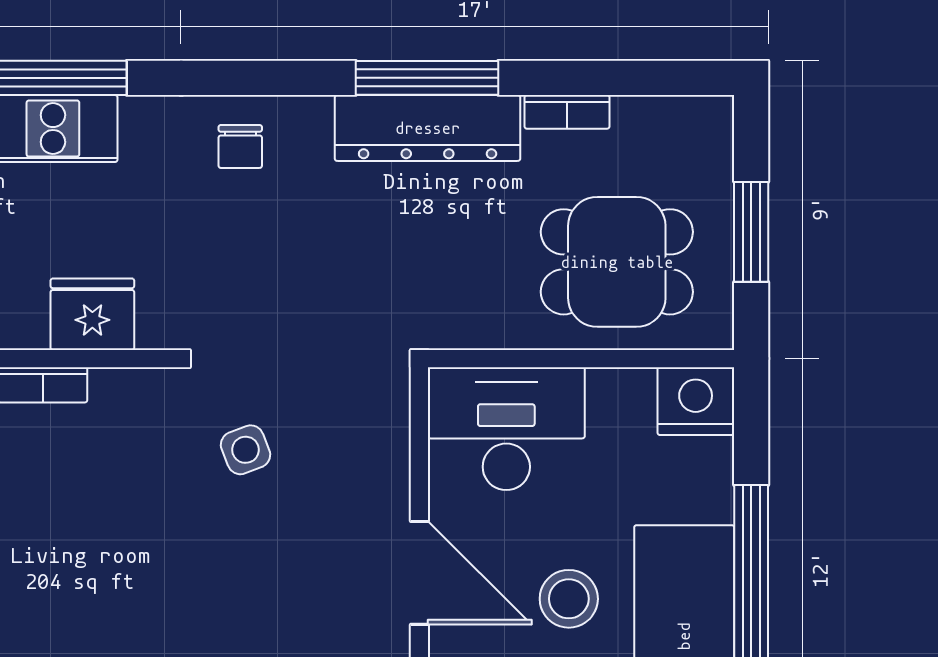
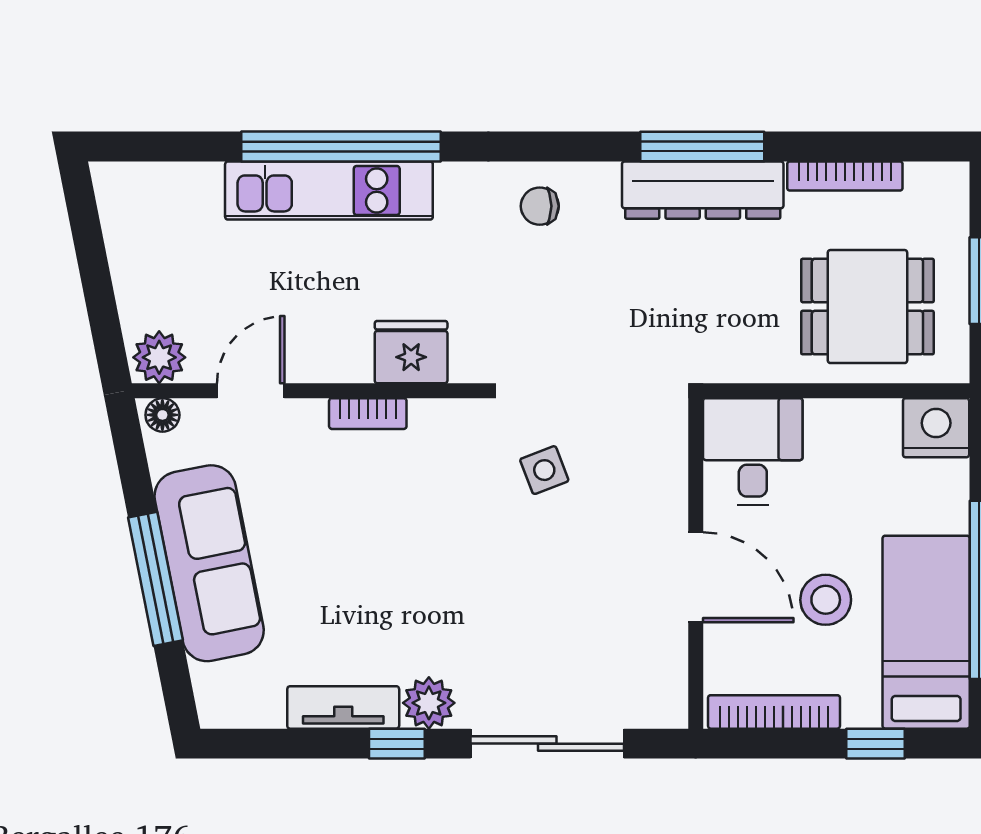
bookcase: (567, 112) -> (845, 176), width x1.56
chair: (240, 146) -> (540, 206), turned 90
desk: (506, 429) -> (753, 452), width x0.73

